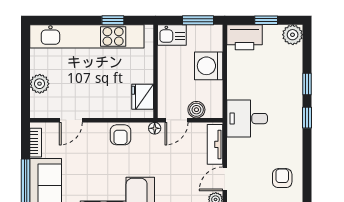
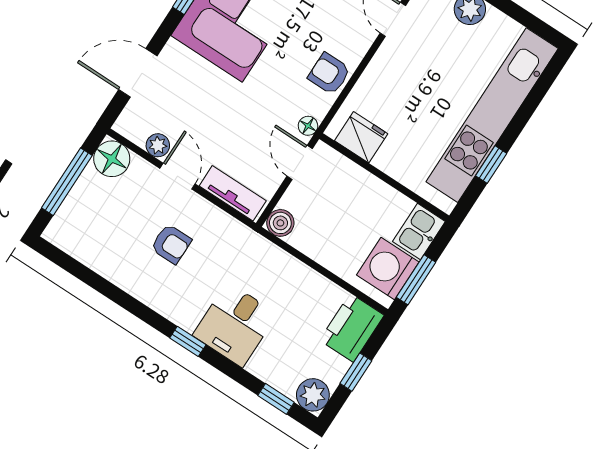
washing machine: (209, 66) -> (388, 268), moved, turned -90
window: (307, 84) -> (276, 399), moved
boiler: (196, 110) -> (280, 223), moved
desk: (247, 119) -> (235, 325), moved, turned 180
armchair: (282, 178) -> (171, 244), moved

